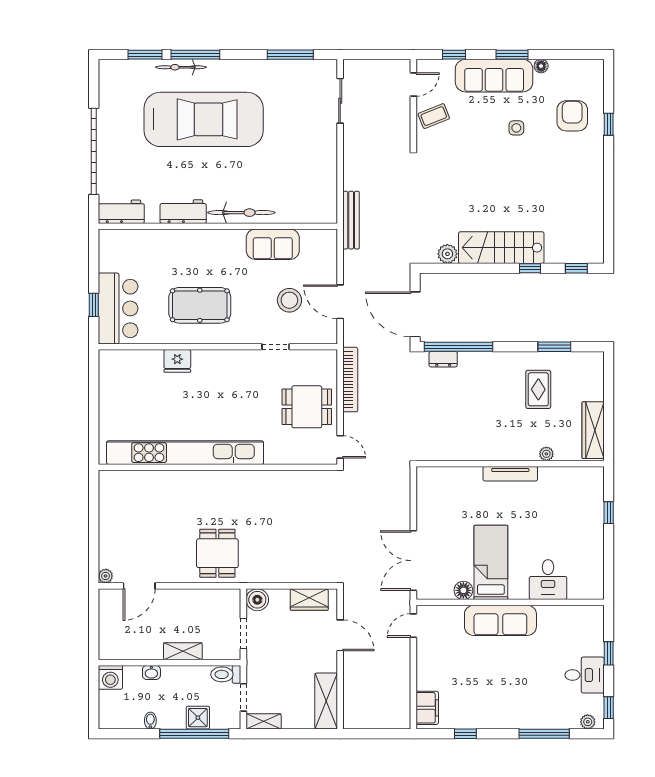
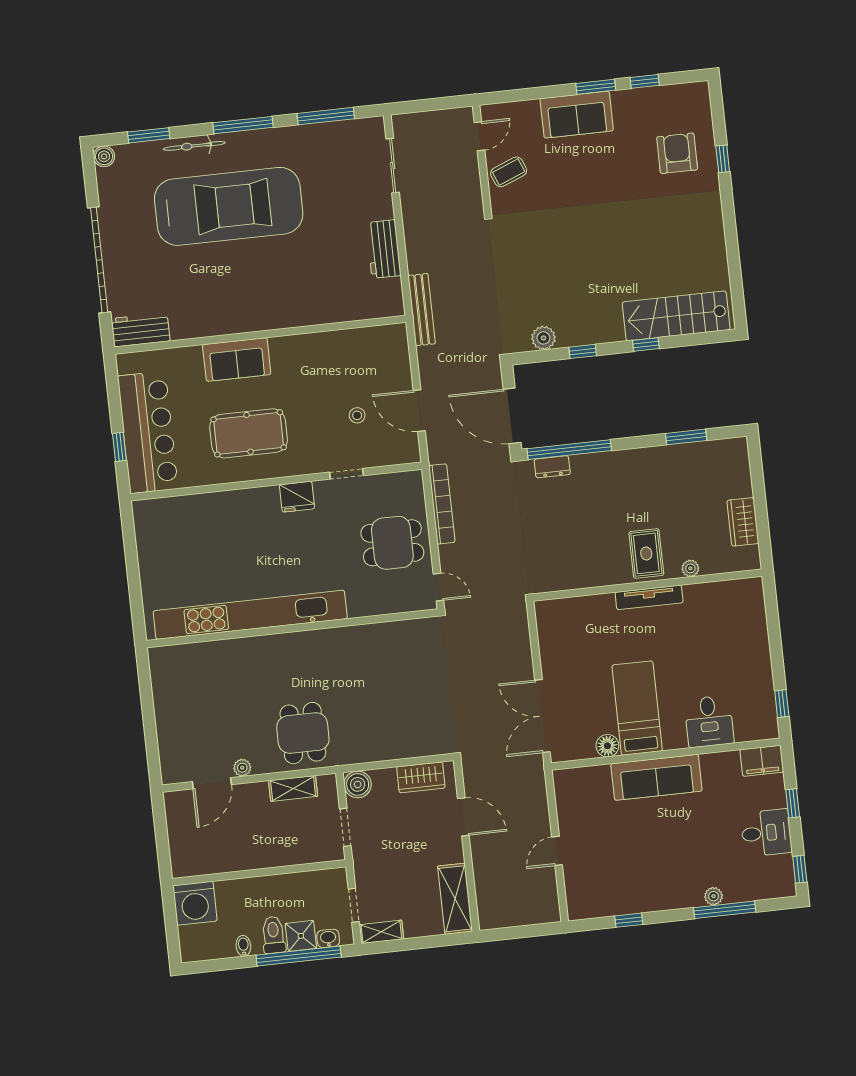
window: (195, 55) -> (243, 125), moved
window: (454, 55) -> (645, 81), moved
floor lamp: (541, 66) -> (633, 97), removed
boiler: (107, 68) -> (104, 156), added
sofa: (494, 76) -> (577, 115), width x0.73
side table: (516, 128) -> (611, 175), removed
workbench: (183, 212) -> (384, 249), moved, turned -90
bicycle: (241, 213) -> (287, 315), removed
sofa: (273, 244) -> (237, 359), moved
stairs: (501, 248) -> (676, 316), moved
window: (576, 268) -> (583, 351), moved
stool: (289, 300) -> (357, 415), width x0.53, depth x0.53
bar counter: (118, 308) -> (148, 432), width x1.36
fridge: (177, 361) -> (297, 497), moved
rug: (538, 389) -> (646, 553), moved
wardrobe: (593, 430) -> (743, 522), width x0.67
window: (609, 513) -> (782, 704), moved
plant: (106, 576) -> (242, 768), moved
door: (413, 626) -> (557, 851), moved
shelving: (183, 651) -> (293, 788), moved
washbasin: (151, 673) -> (328, 938), moved, turned 180
toilet: (226, 674) -> (273, 935), moved, turned 90
washing machine: (110, 677) -> (195, 903), width x1.37, depth x1.37
filing cabinet: (427, 708) -> (762, 761), moved, turned 90
plant: (588, 722) -> (714, 896), moved

